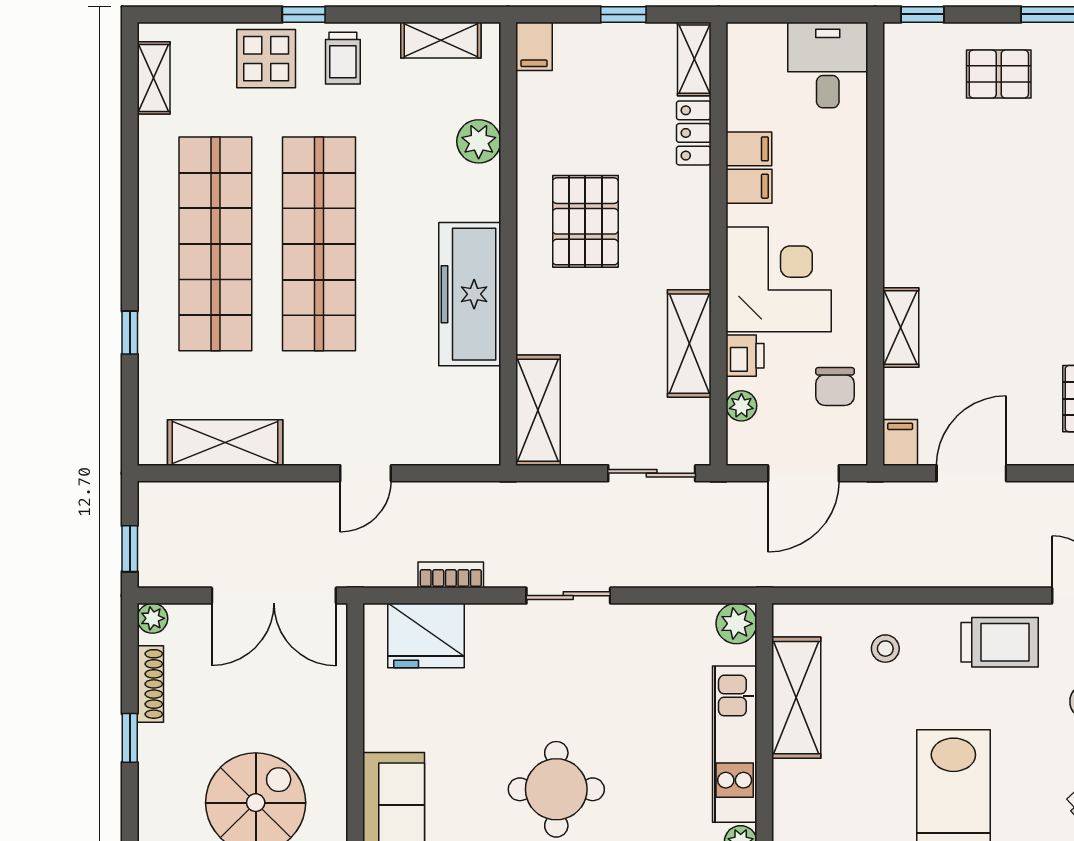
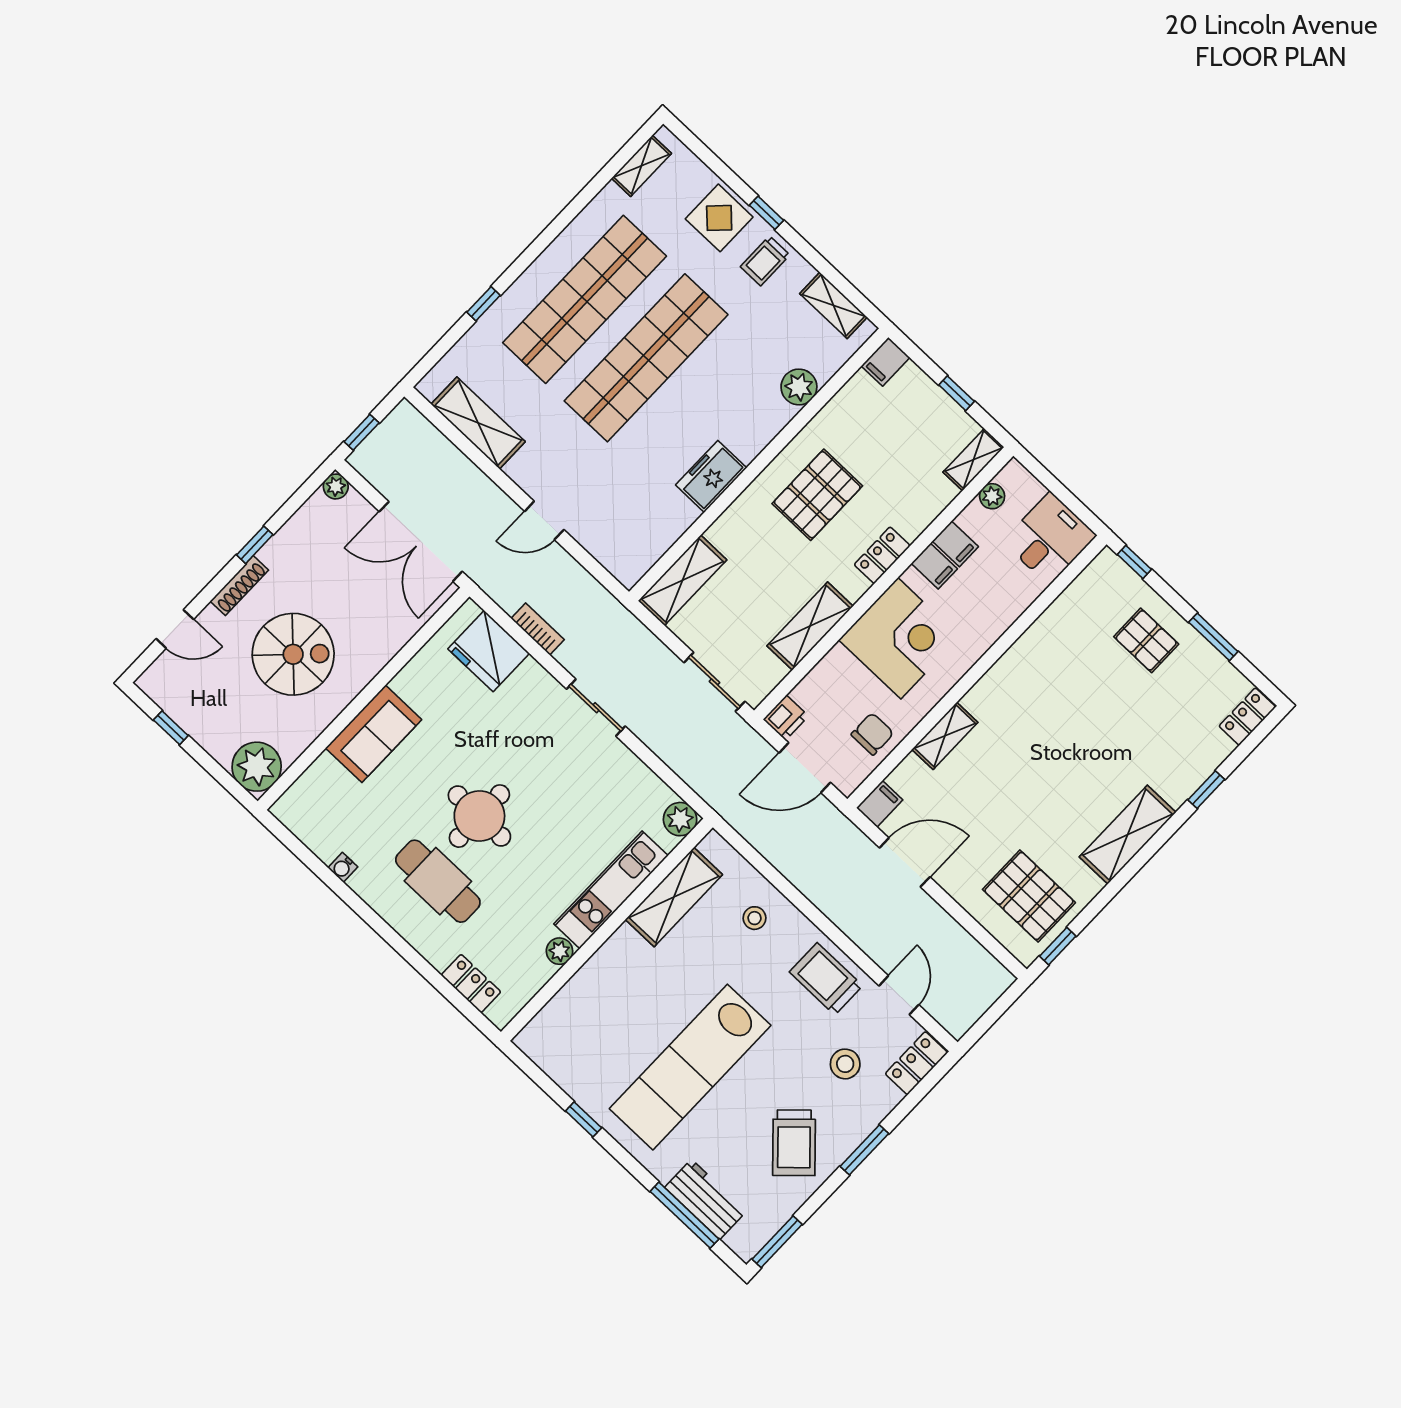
locker: (694, 133) -> (882, 555), moved
freezer: (470, 294) -> (711, 476), width x0.52, depth x0.79
printer: (745, 356) -> (786, 718), moved
chair: (835, 387) -> (872, 734), turned 180
plant: (741, 406) -> (992, 496), moved
trolley: (1000, 642) -> (826, 979), turned 180
shoe rack: (150, 684) -> (239, 586), moved

